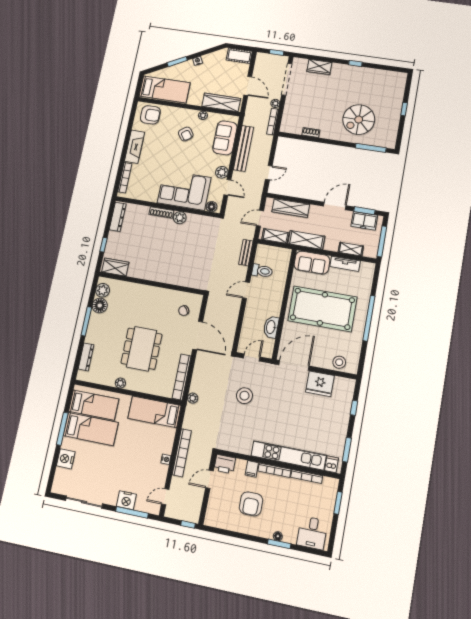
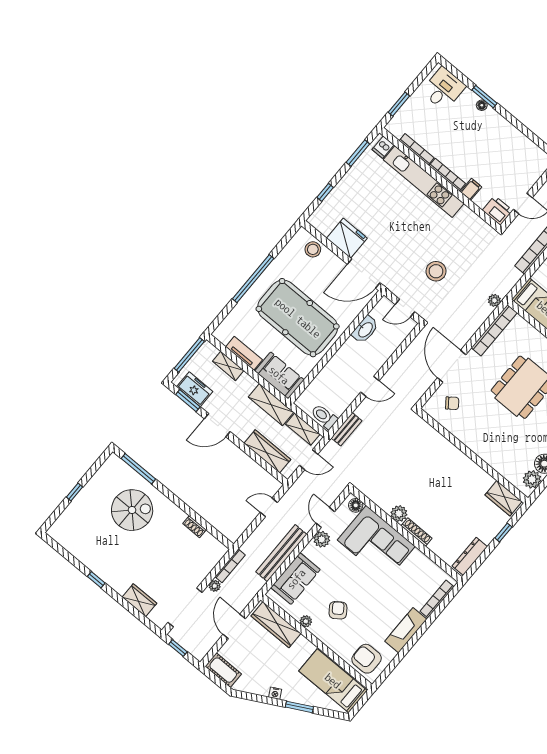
toilet: (262, 271) -> (324, 417), moved
armchair: (251, 504) -> (492, 154), removed

